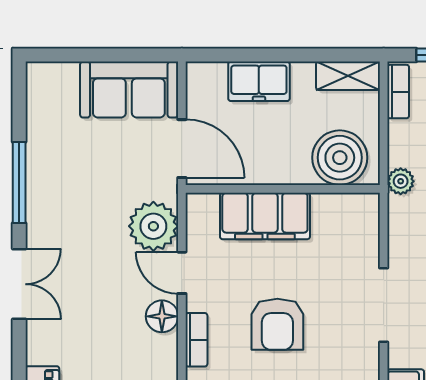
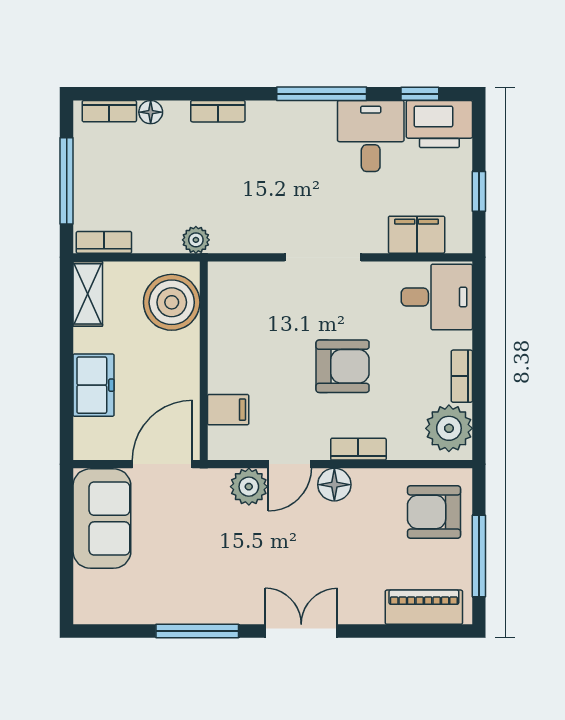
filing cabinet: (265, 216) -> (228, 410), width x0.33, depth x0.86
plant: (153, 226) -> (249, 487), width x0.73, depth x0.73

